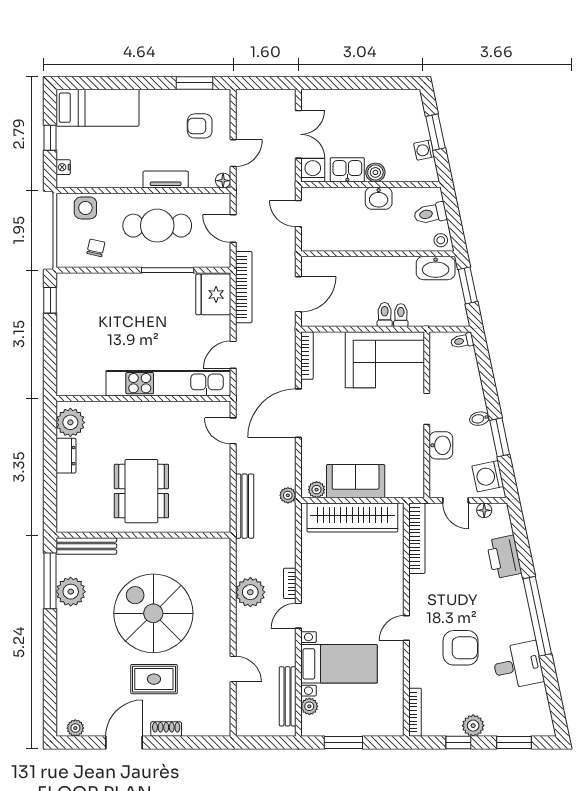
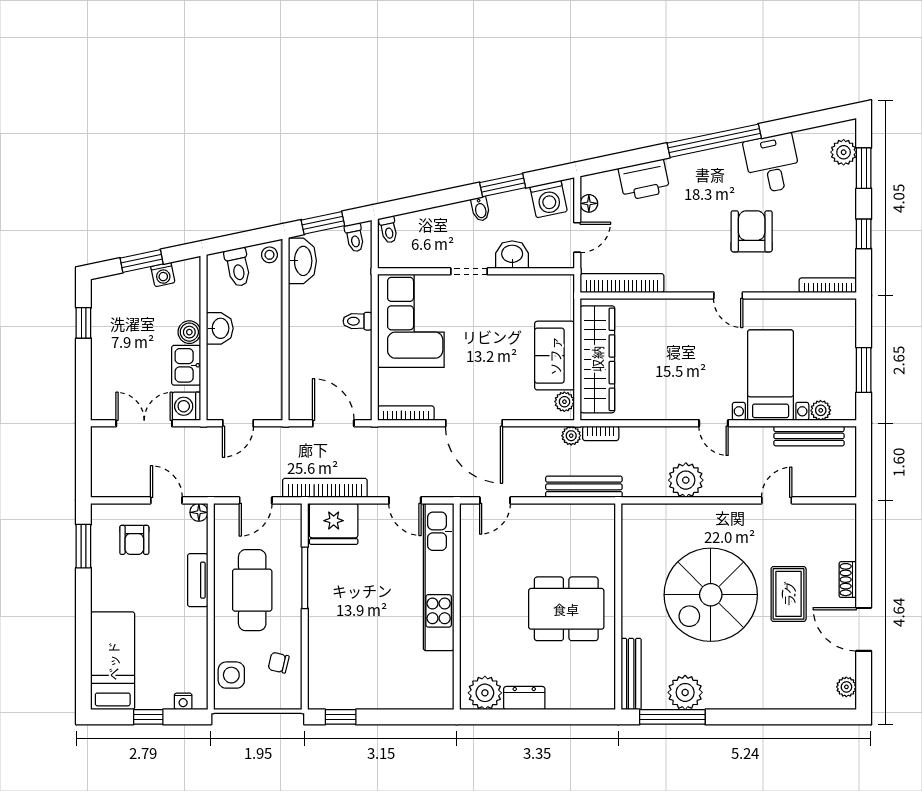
window: (383, 83) -> (83, 323), added
toilet: (401, 315) -> (355, 238), moved, turned -102
bookcase: (290, 583) -> (601, 433), moved
plant: (473, 726) -> (844, 152), moved

